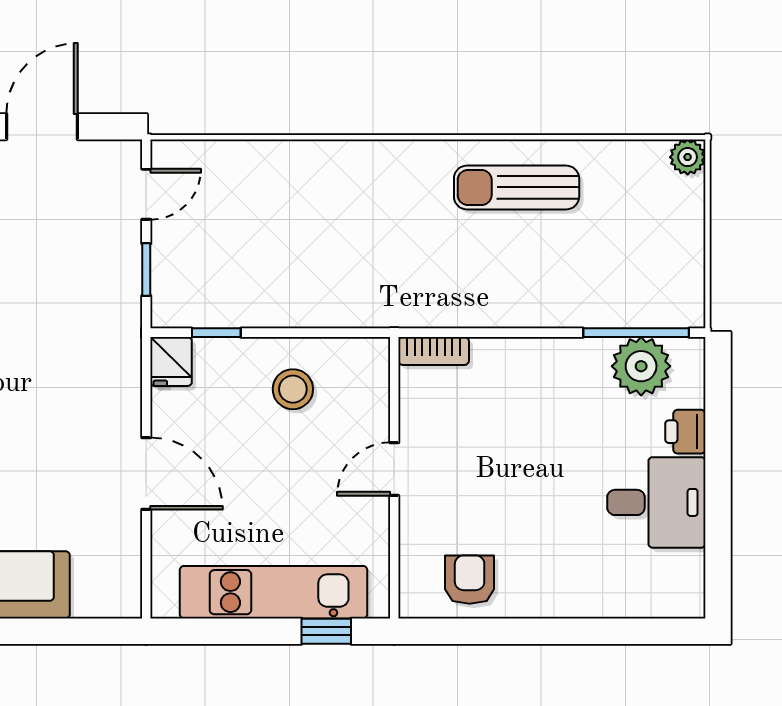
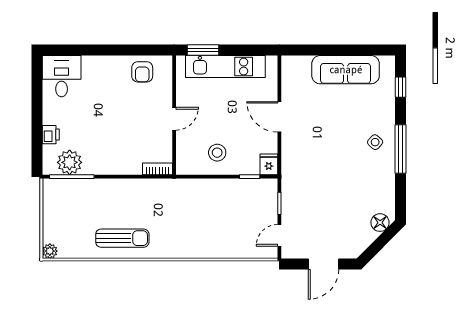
desk: (656, 502) -> (62, 76), moved, turned 90
window: (326, 631) -> (203, 50), width x1.50

